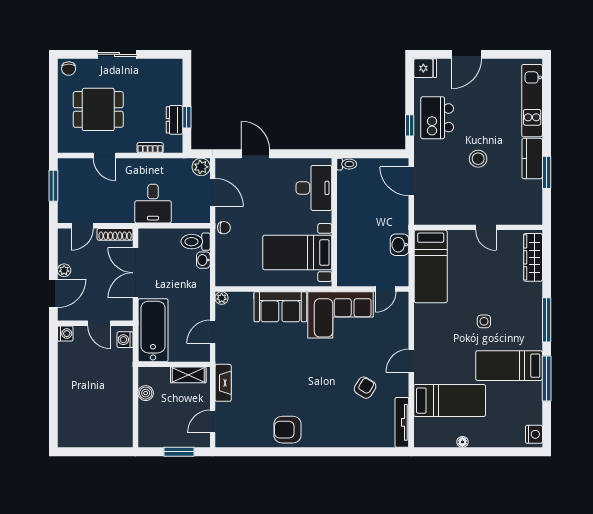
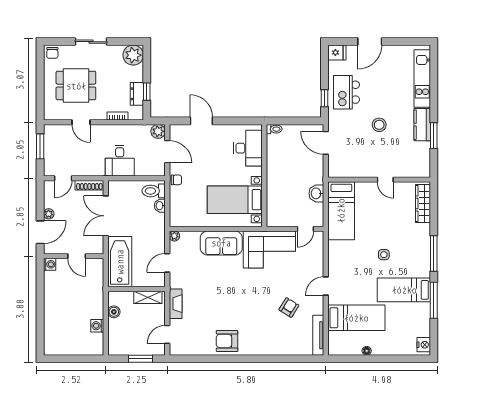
plant: (170, 71) -> (133, 55), added
washing machine: (125, 340) -> (97, 326), moved

